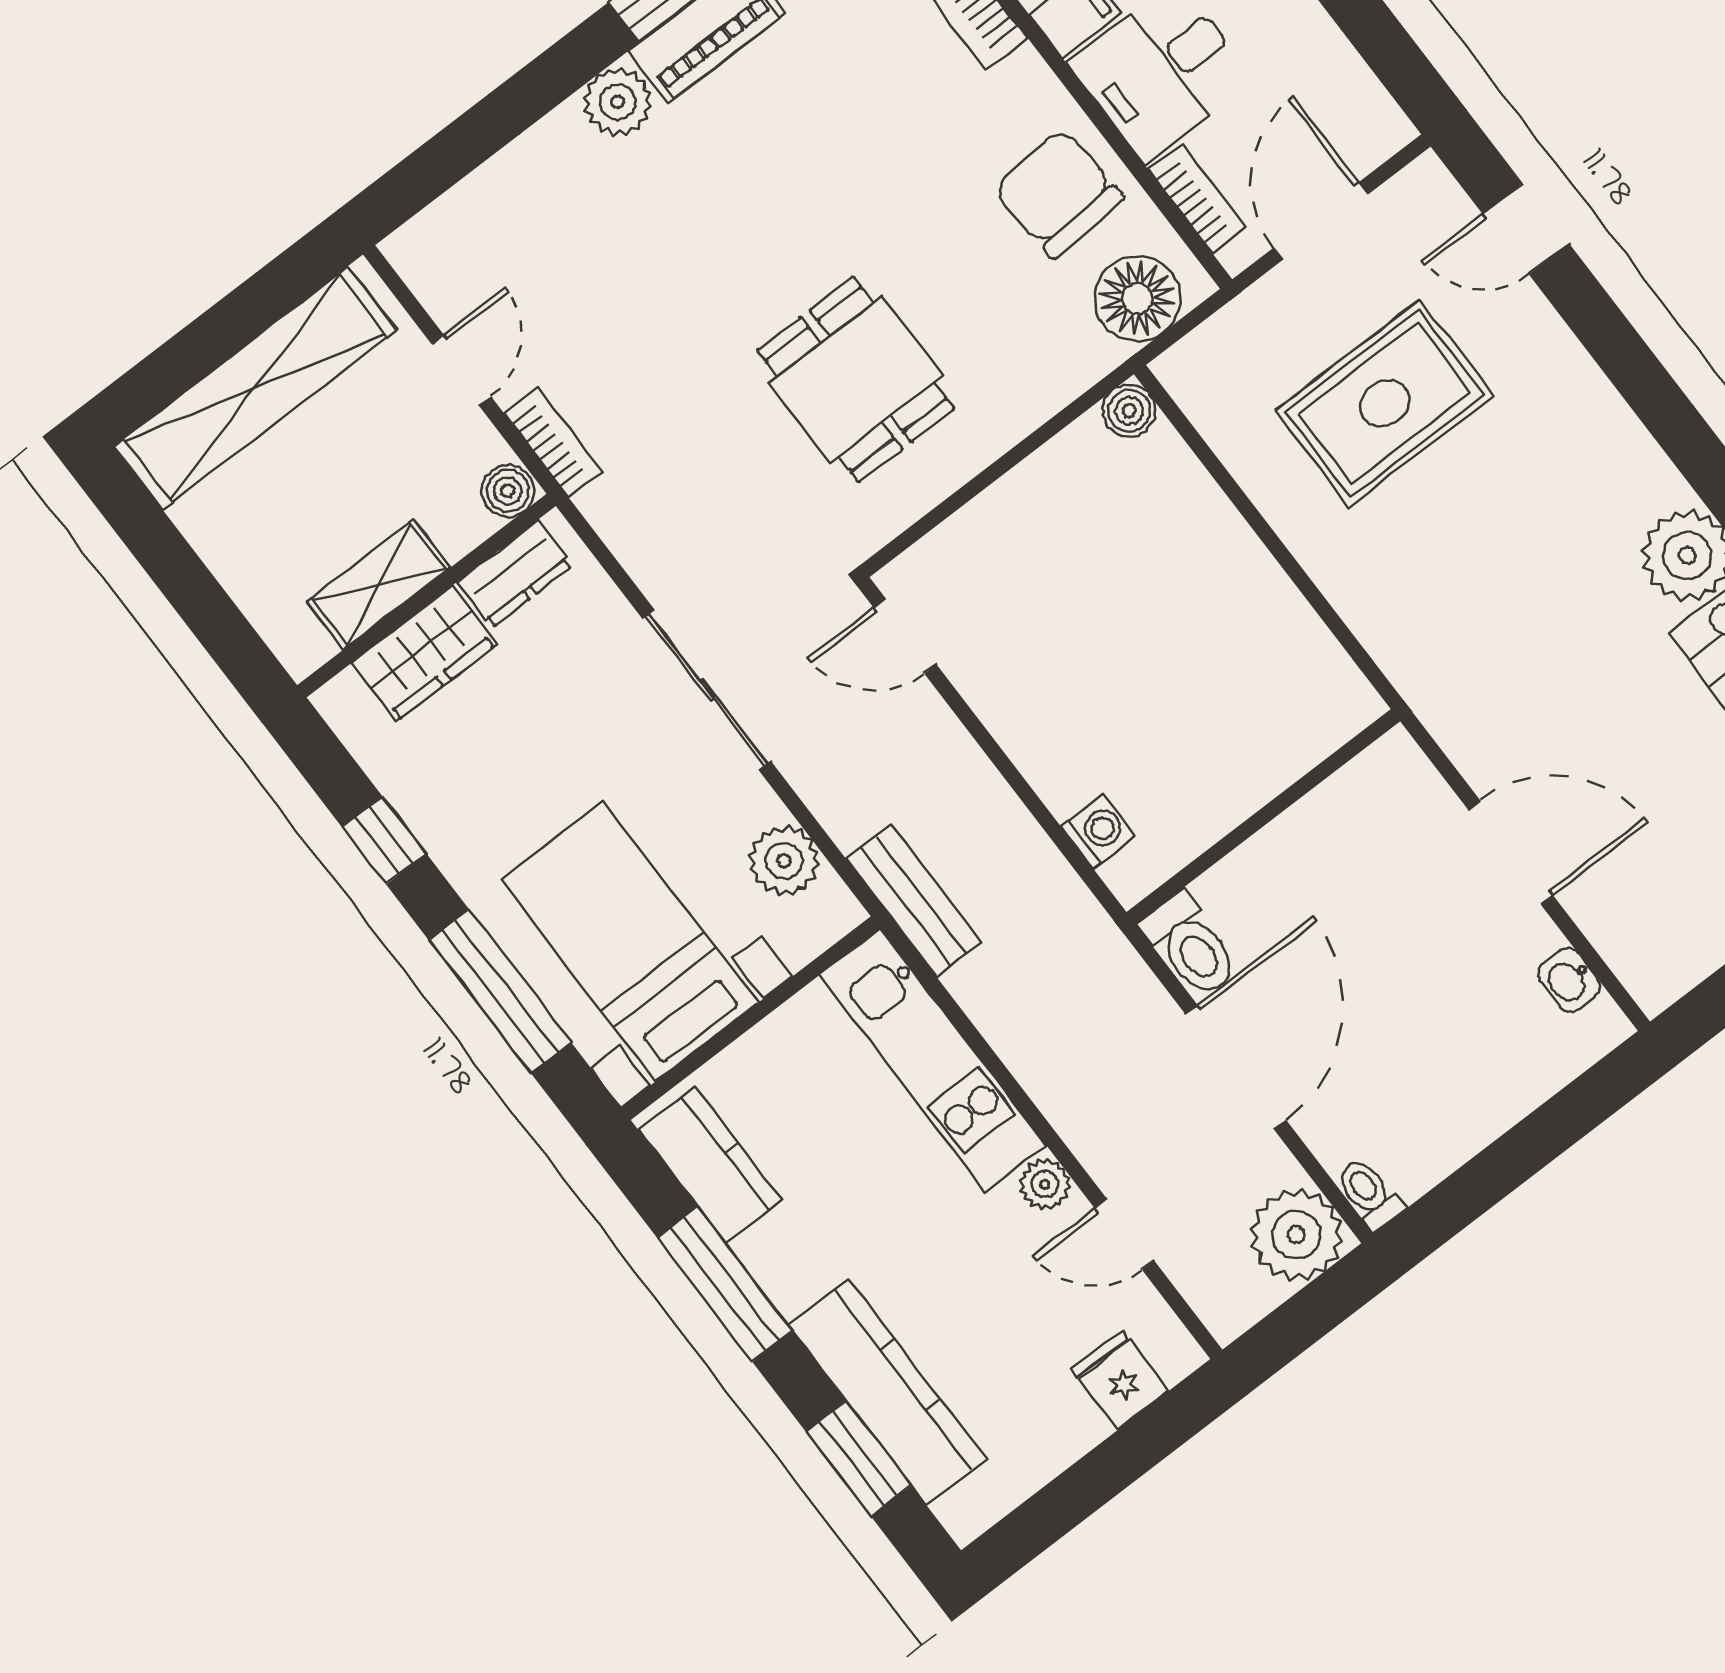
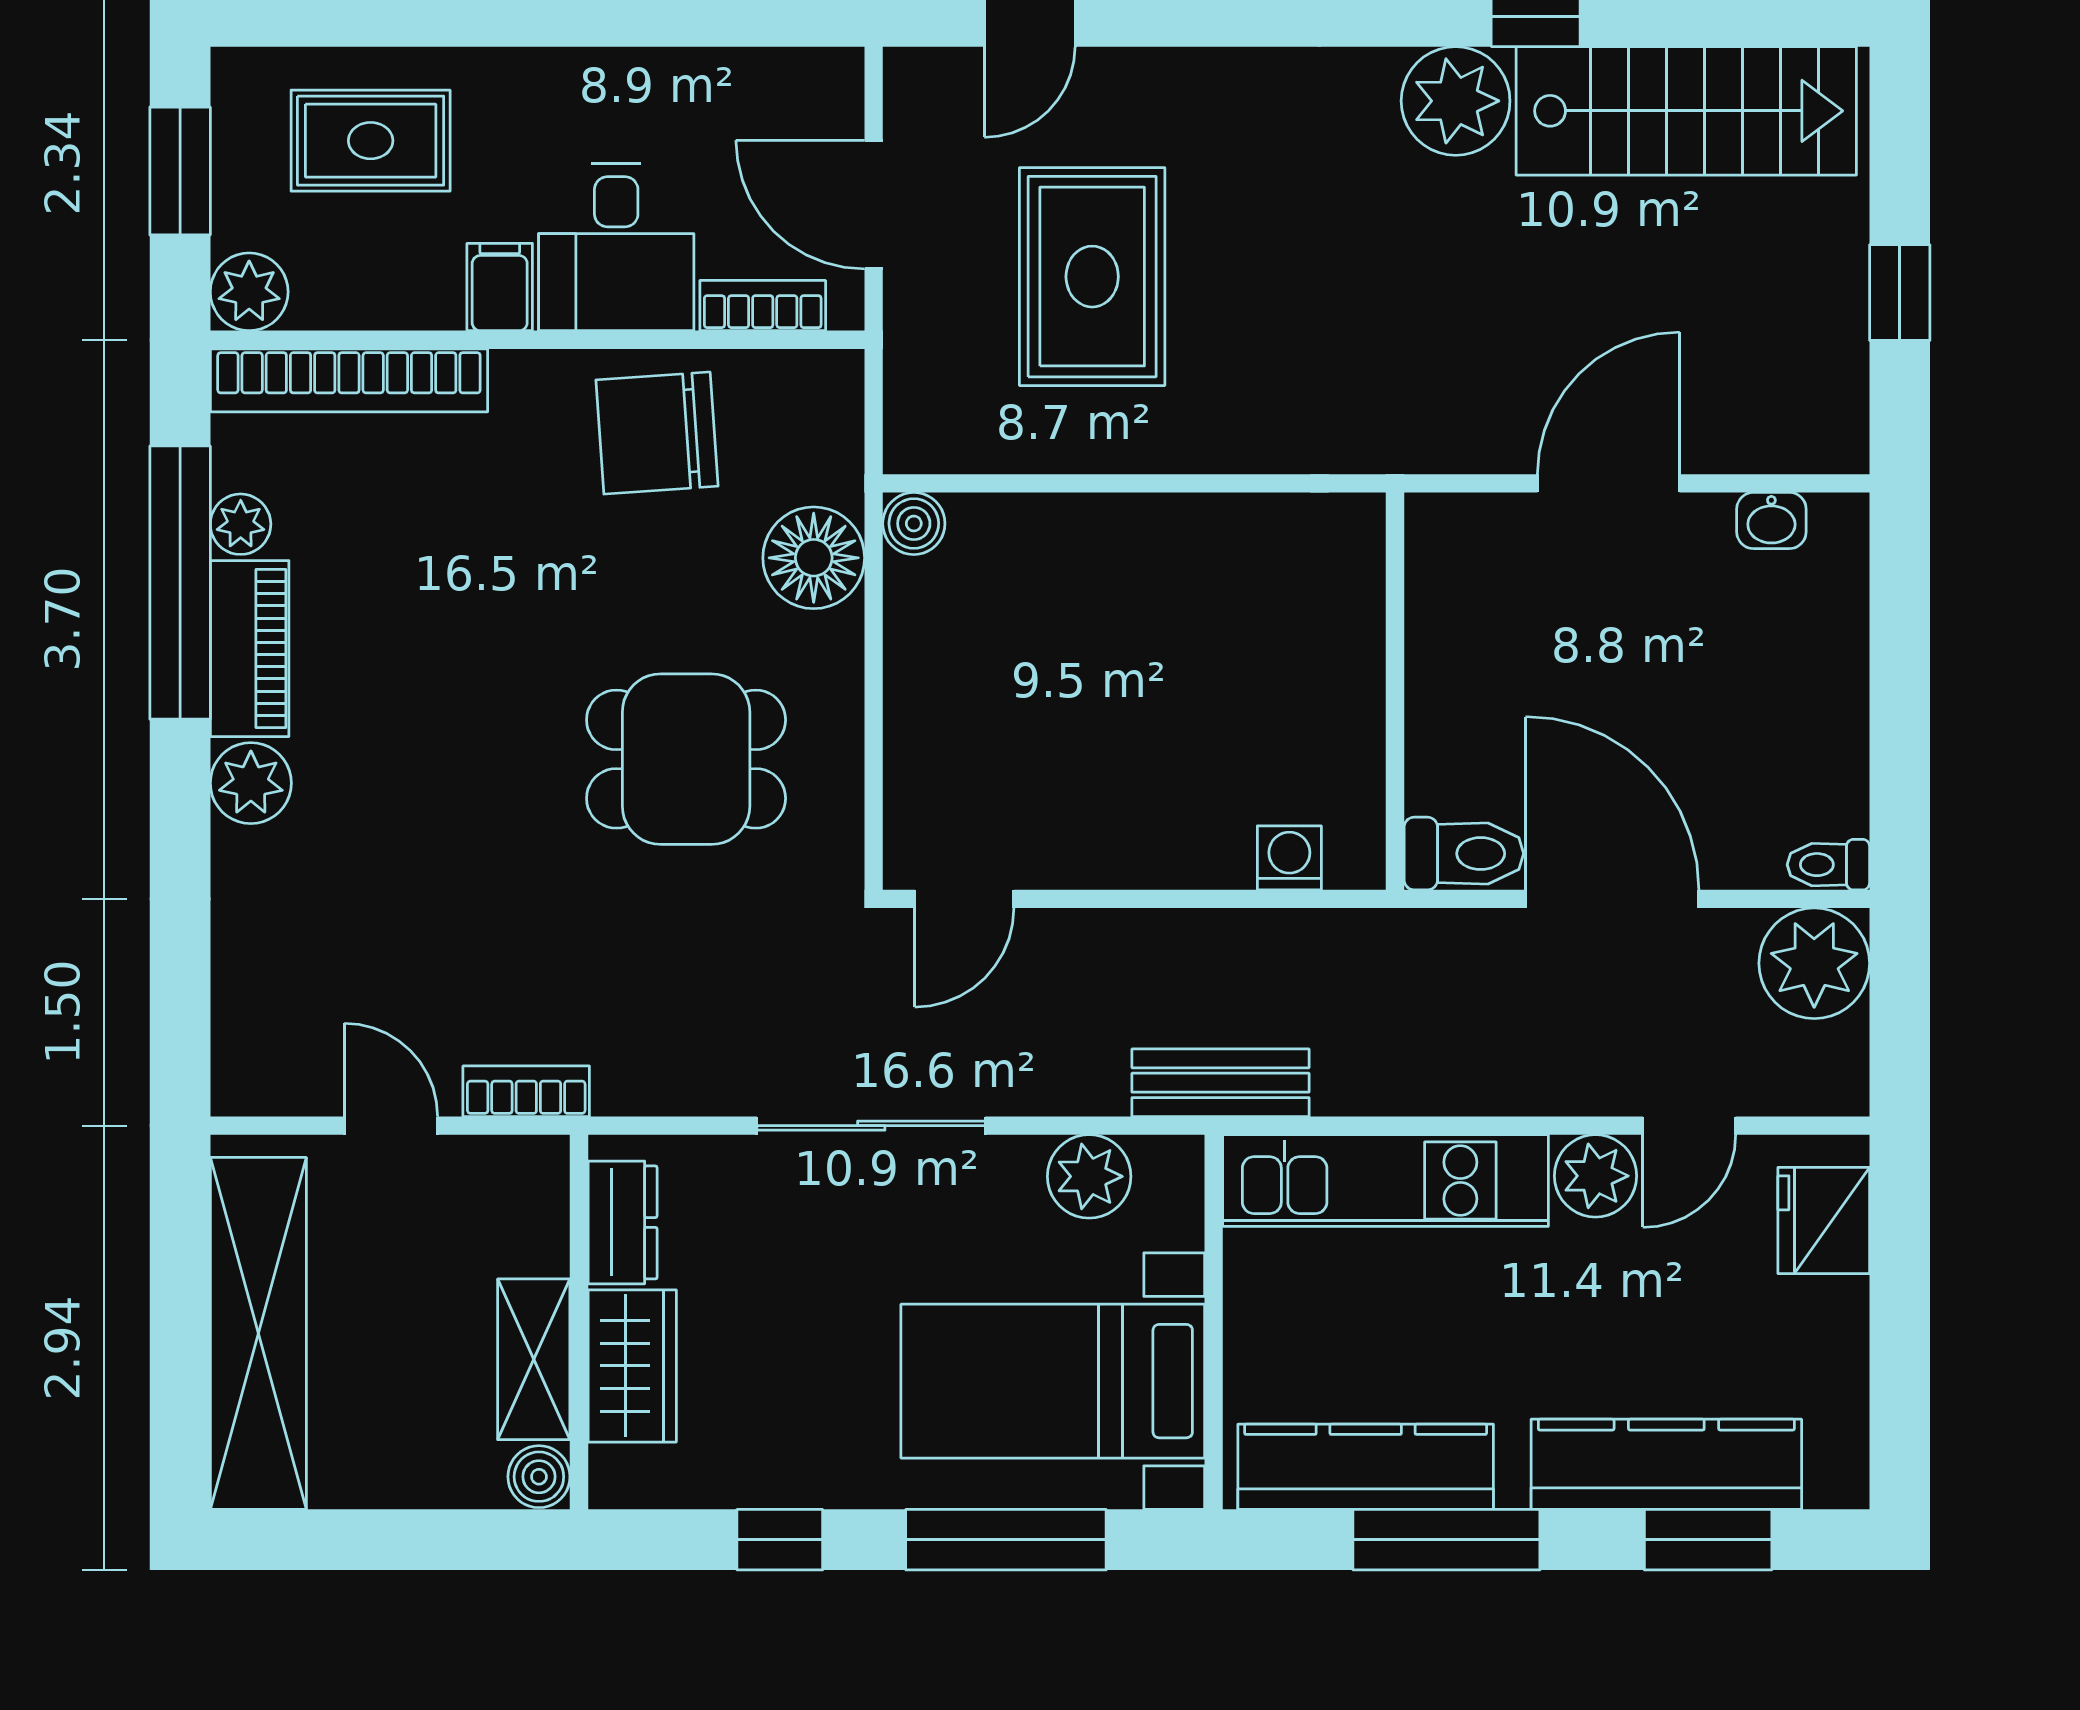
floor lamp: (1137, 298) -> (814, 558), moved
boiler: (508, 491) -> (539, 1477), moved
kitchen counter: (710, 1165) -> (1366, 1467), width x1.50
plant: (1045, 1184) -> (1596, 1176), width x1.38, depth x1.38
fridge: (1120, 1380) -> (1824, 1221), width x1.38

